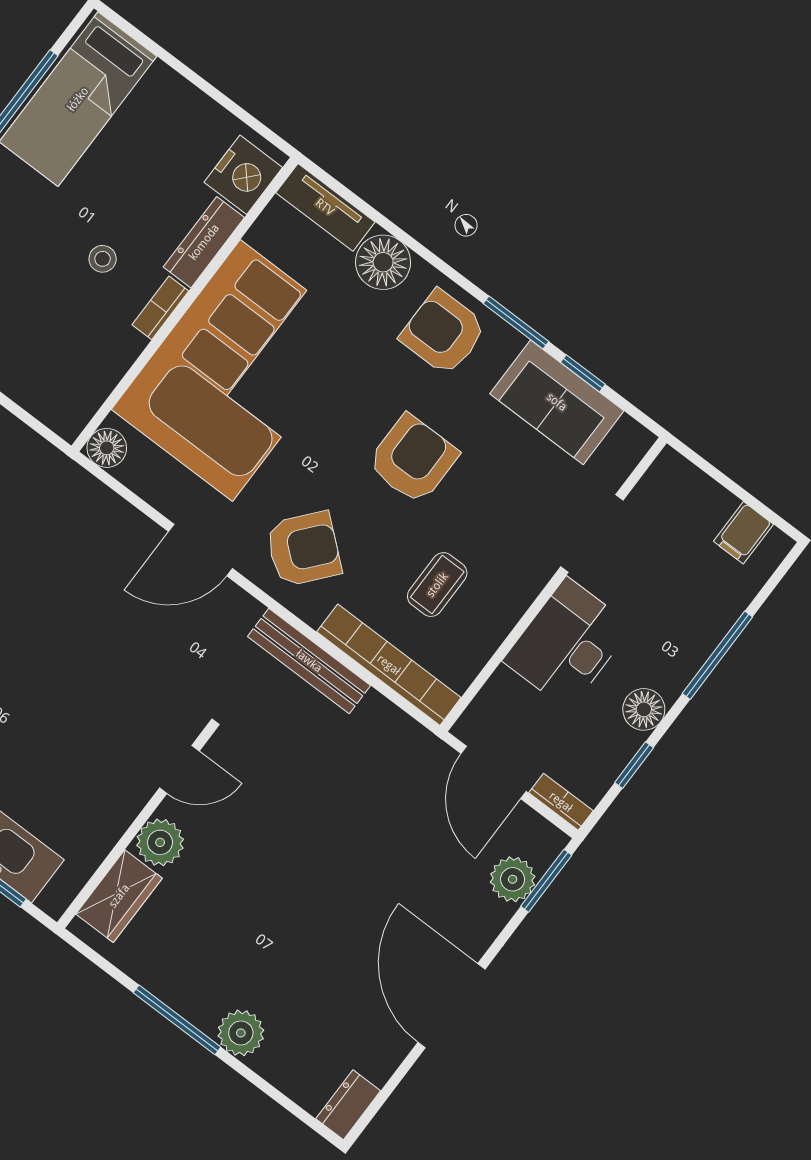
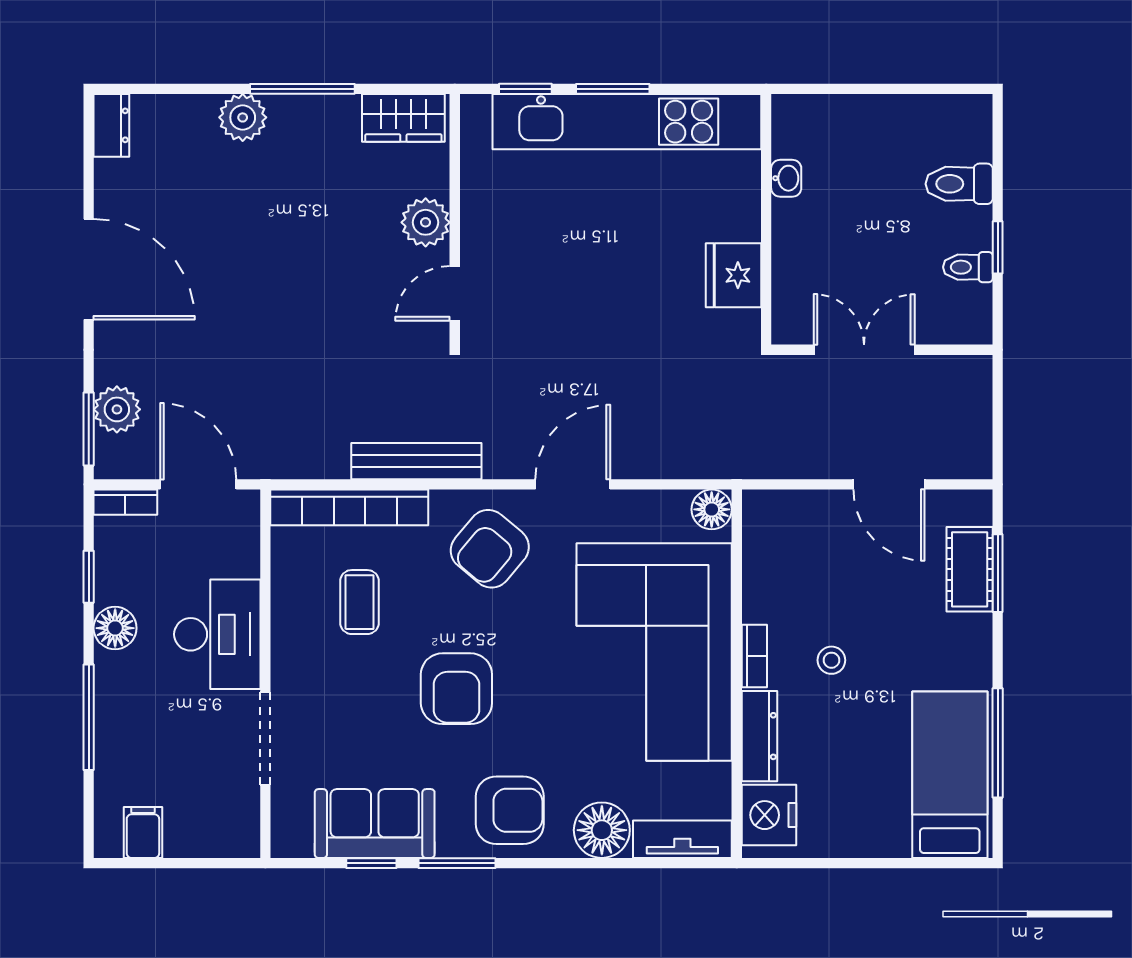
wardrobe: (119, 896) -> (403, 118), moved, turned -90

